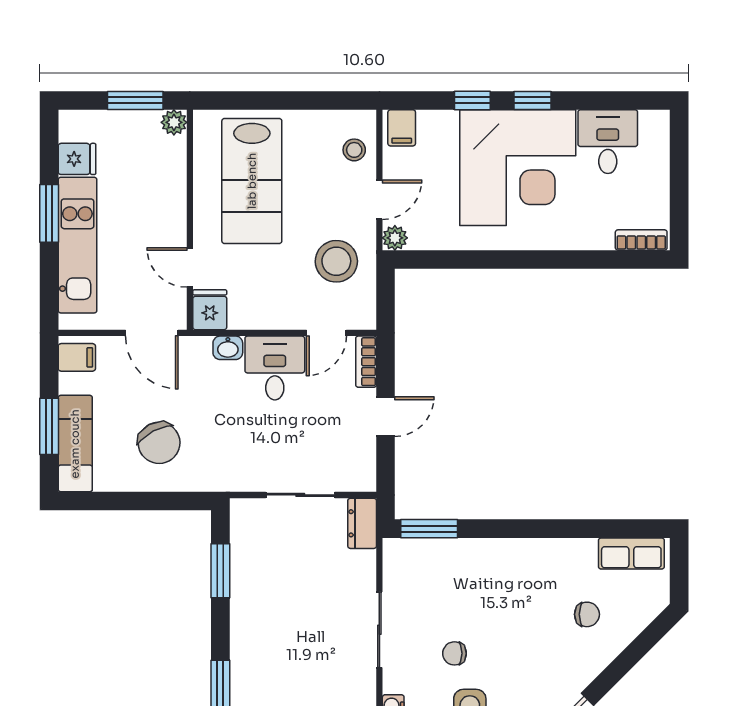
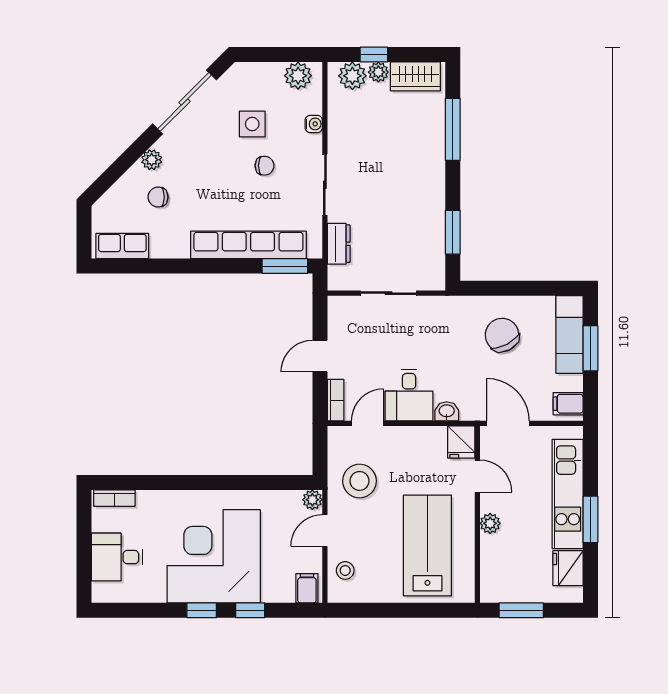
plant: (174, 122) -> (490, 523), moved
desk: (608, 142) -> (117, 557), moved, turned 90
fridge: (77, 159) -> (568, 568), width x1.38
dresser: (362, 523) -> (339, 244), moved
row of seats: (475, 555) -> (248, 245), added
plant: (595, 661) -> (152, 160), added

